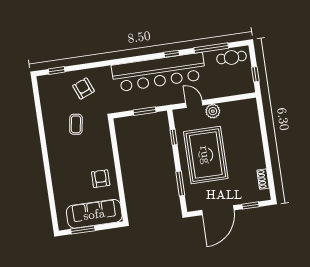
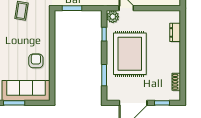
window: (144, 111) -> (72, 8), moved
plant: (213, 111) -> (113, 17), moved
dresser: (254, 123) -> (175, 32), added

